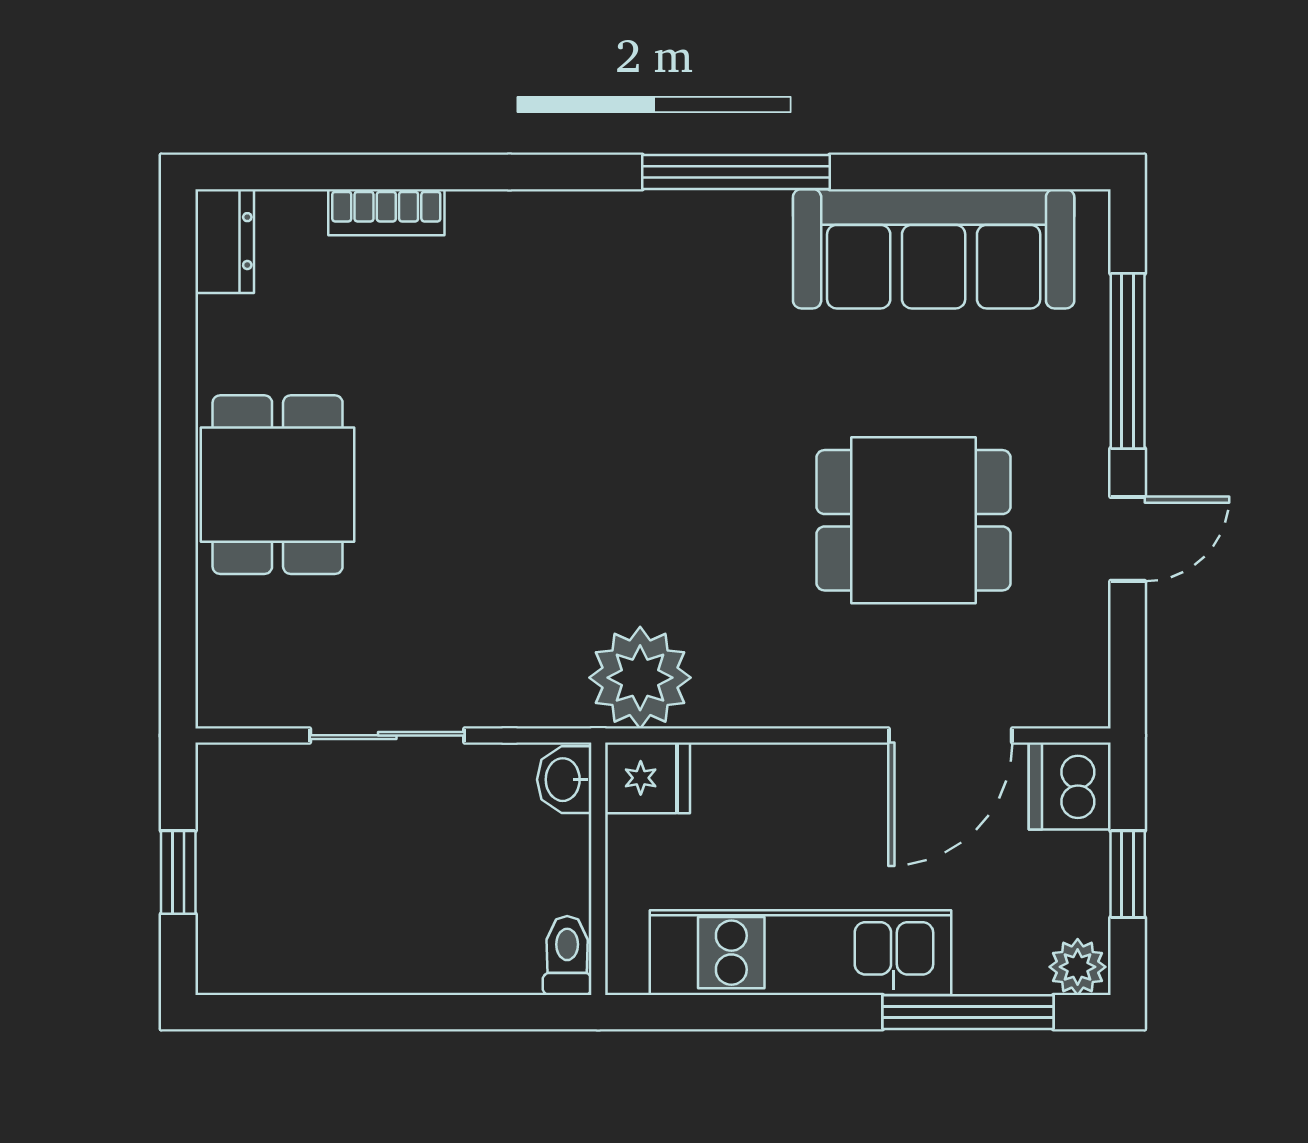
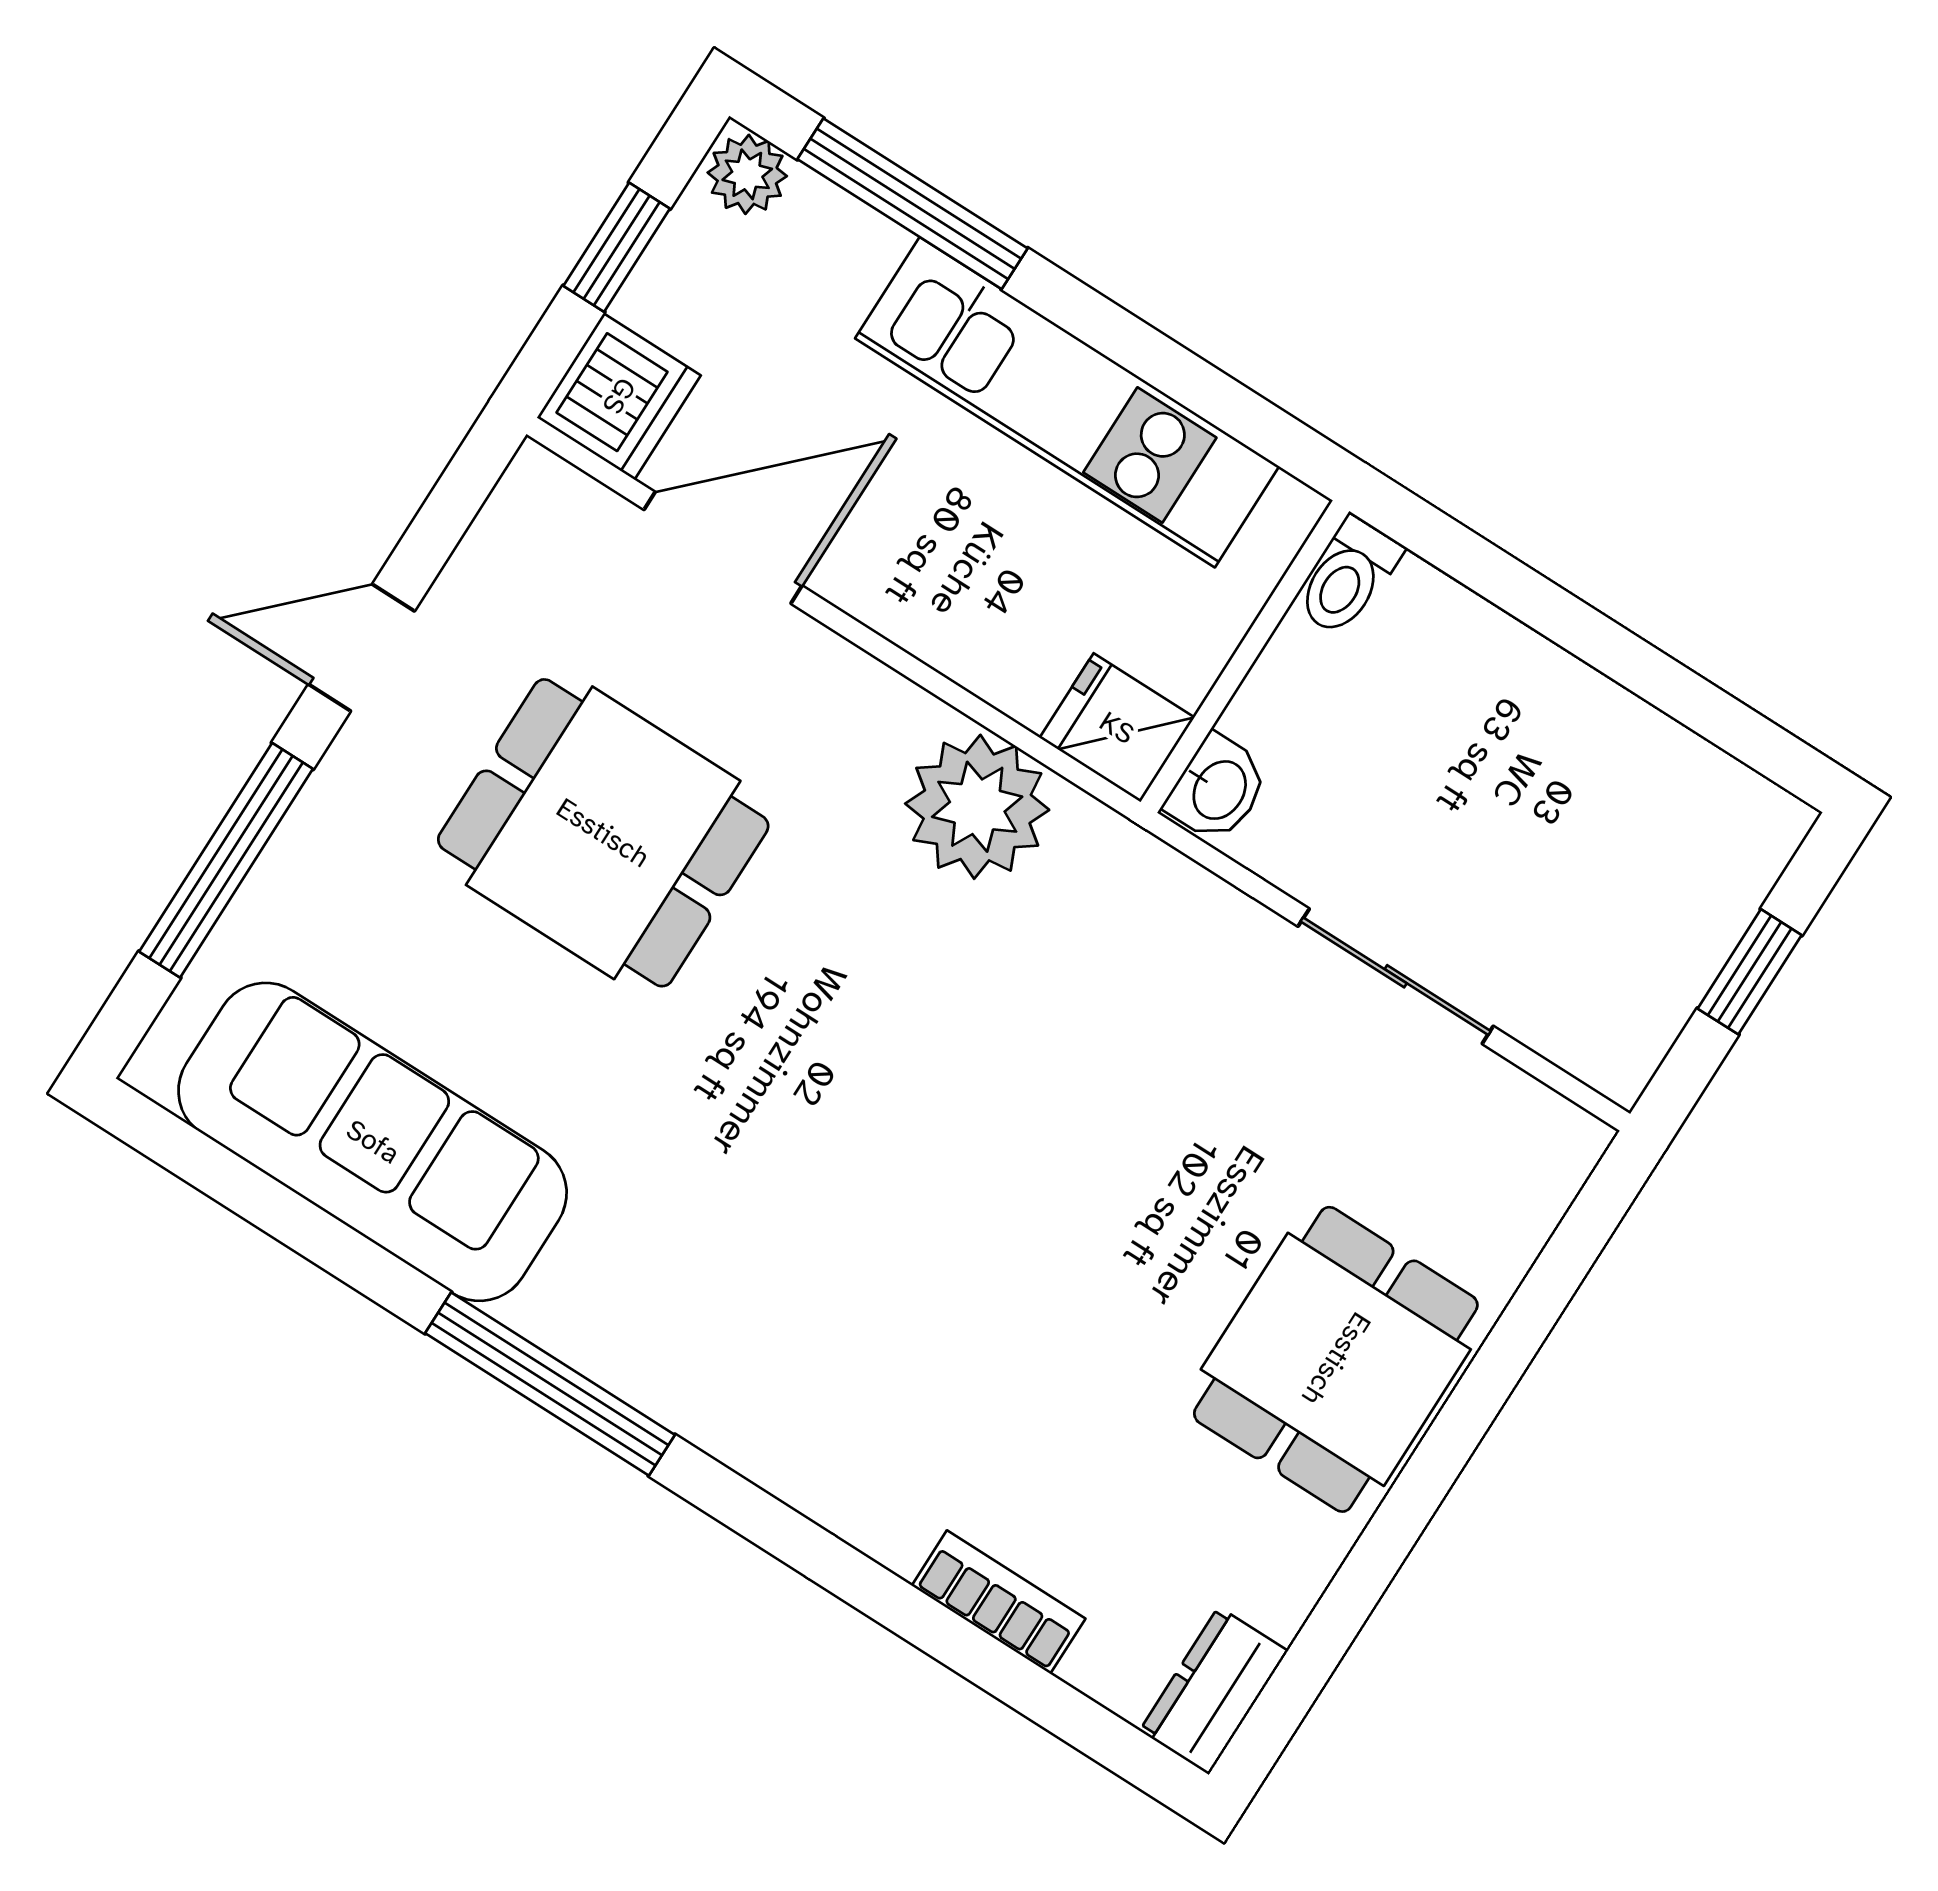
plant: (640, 678) -> (977, 807), moved

